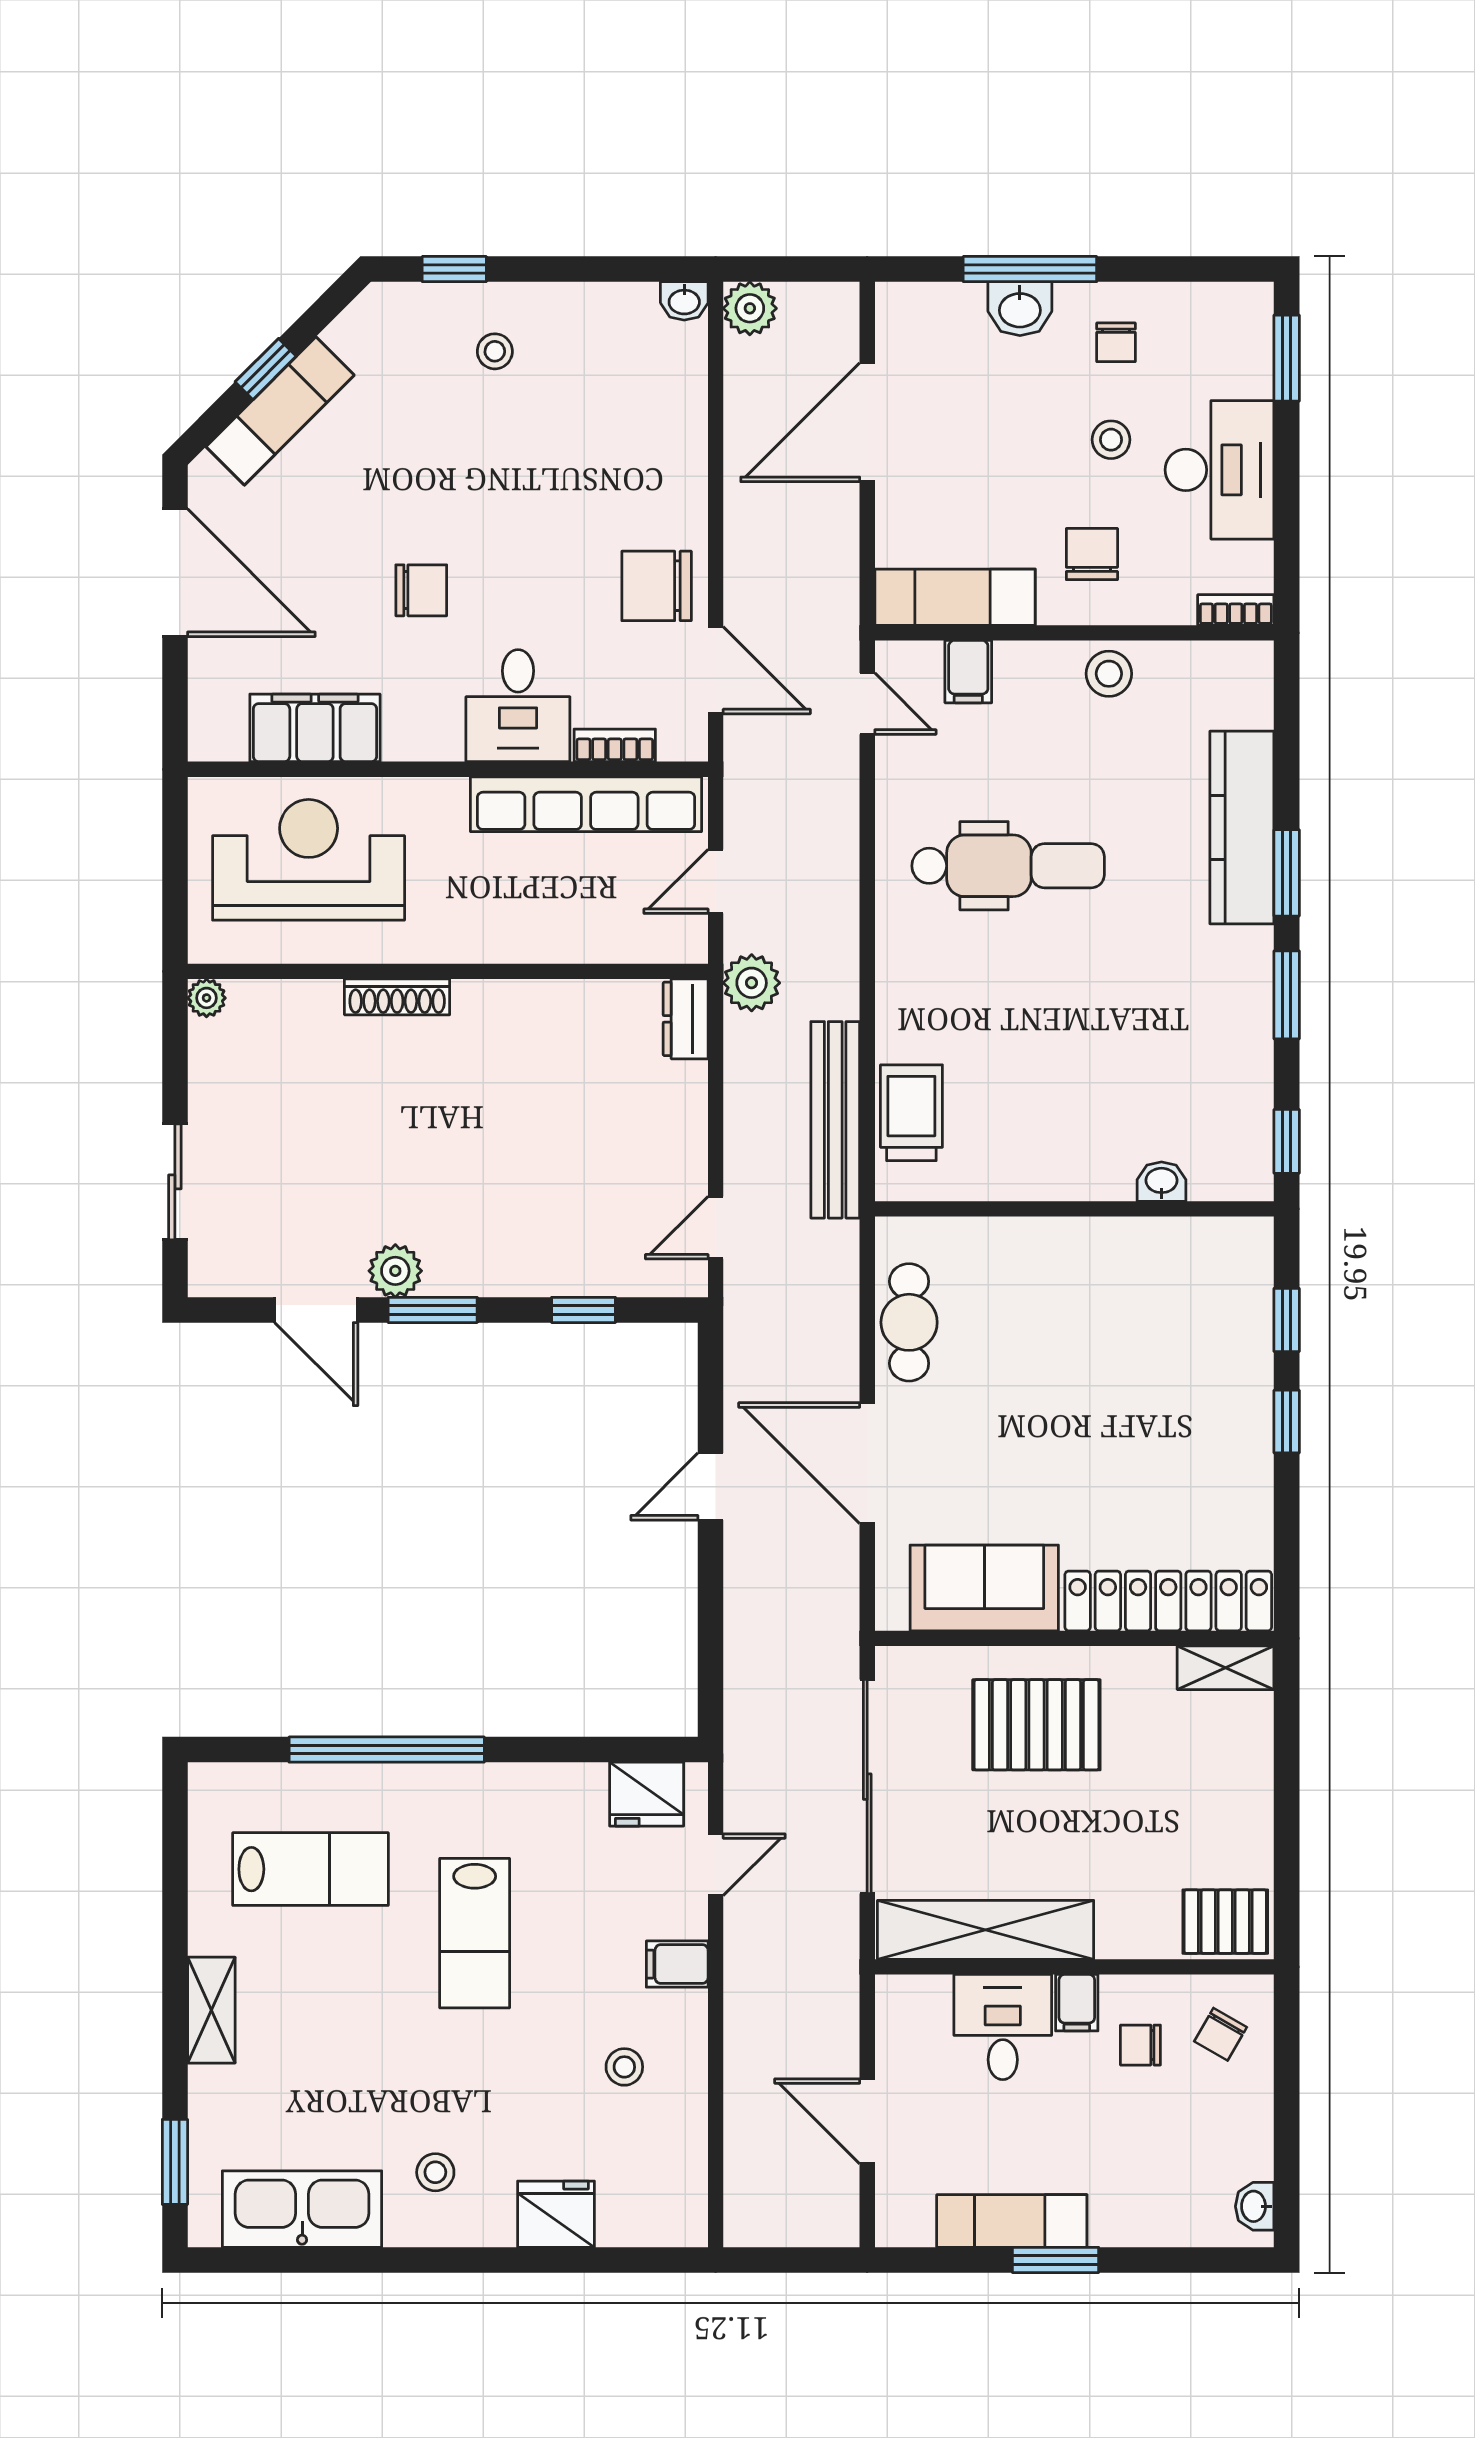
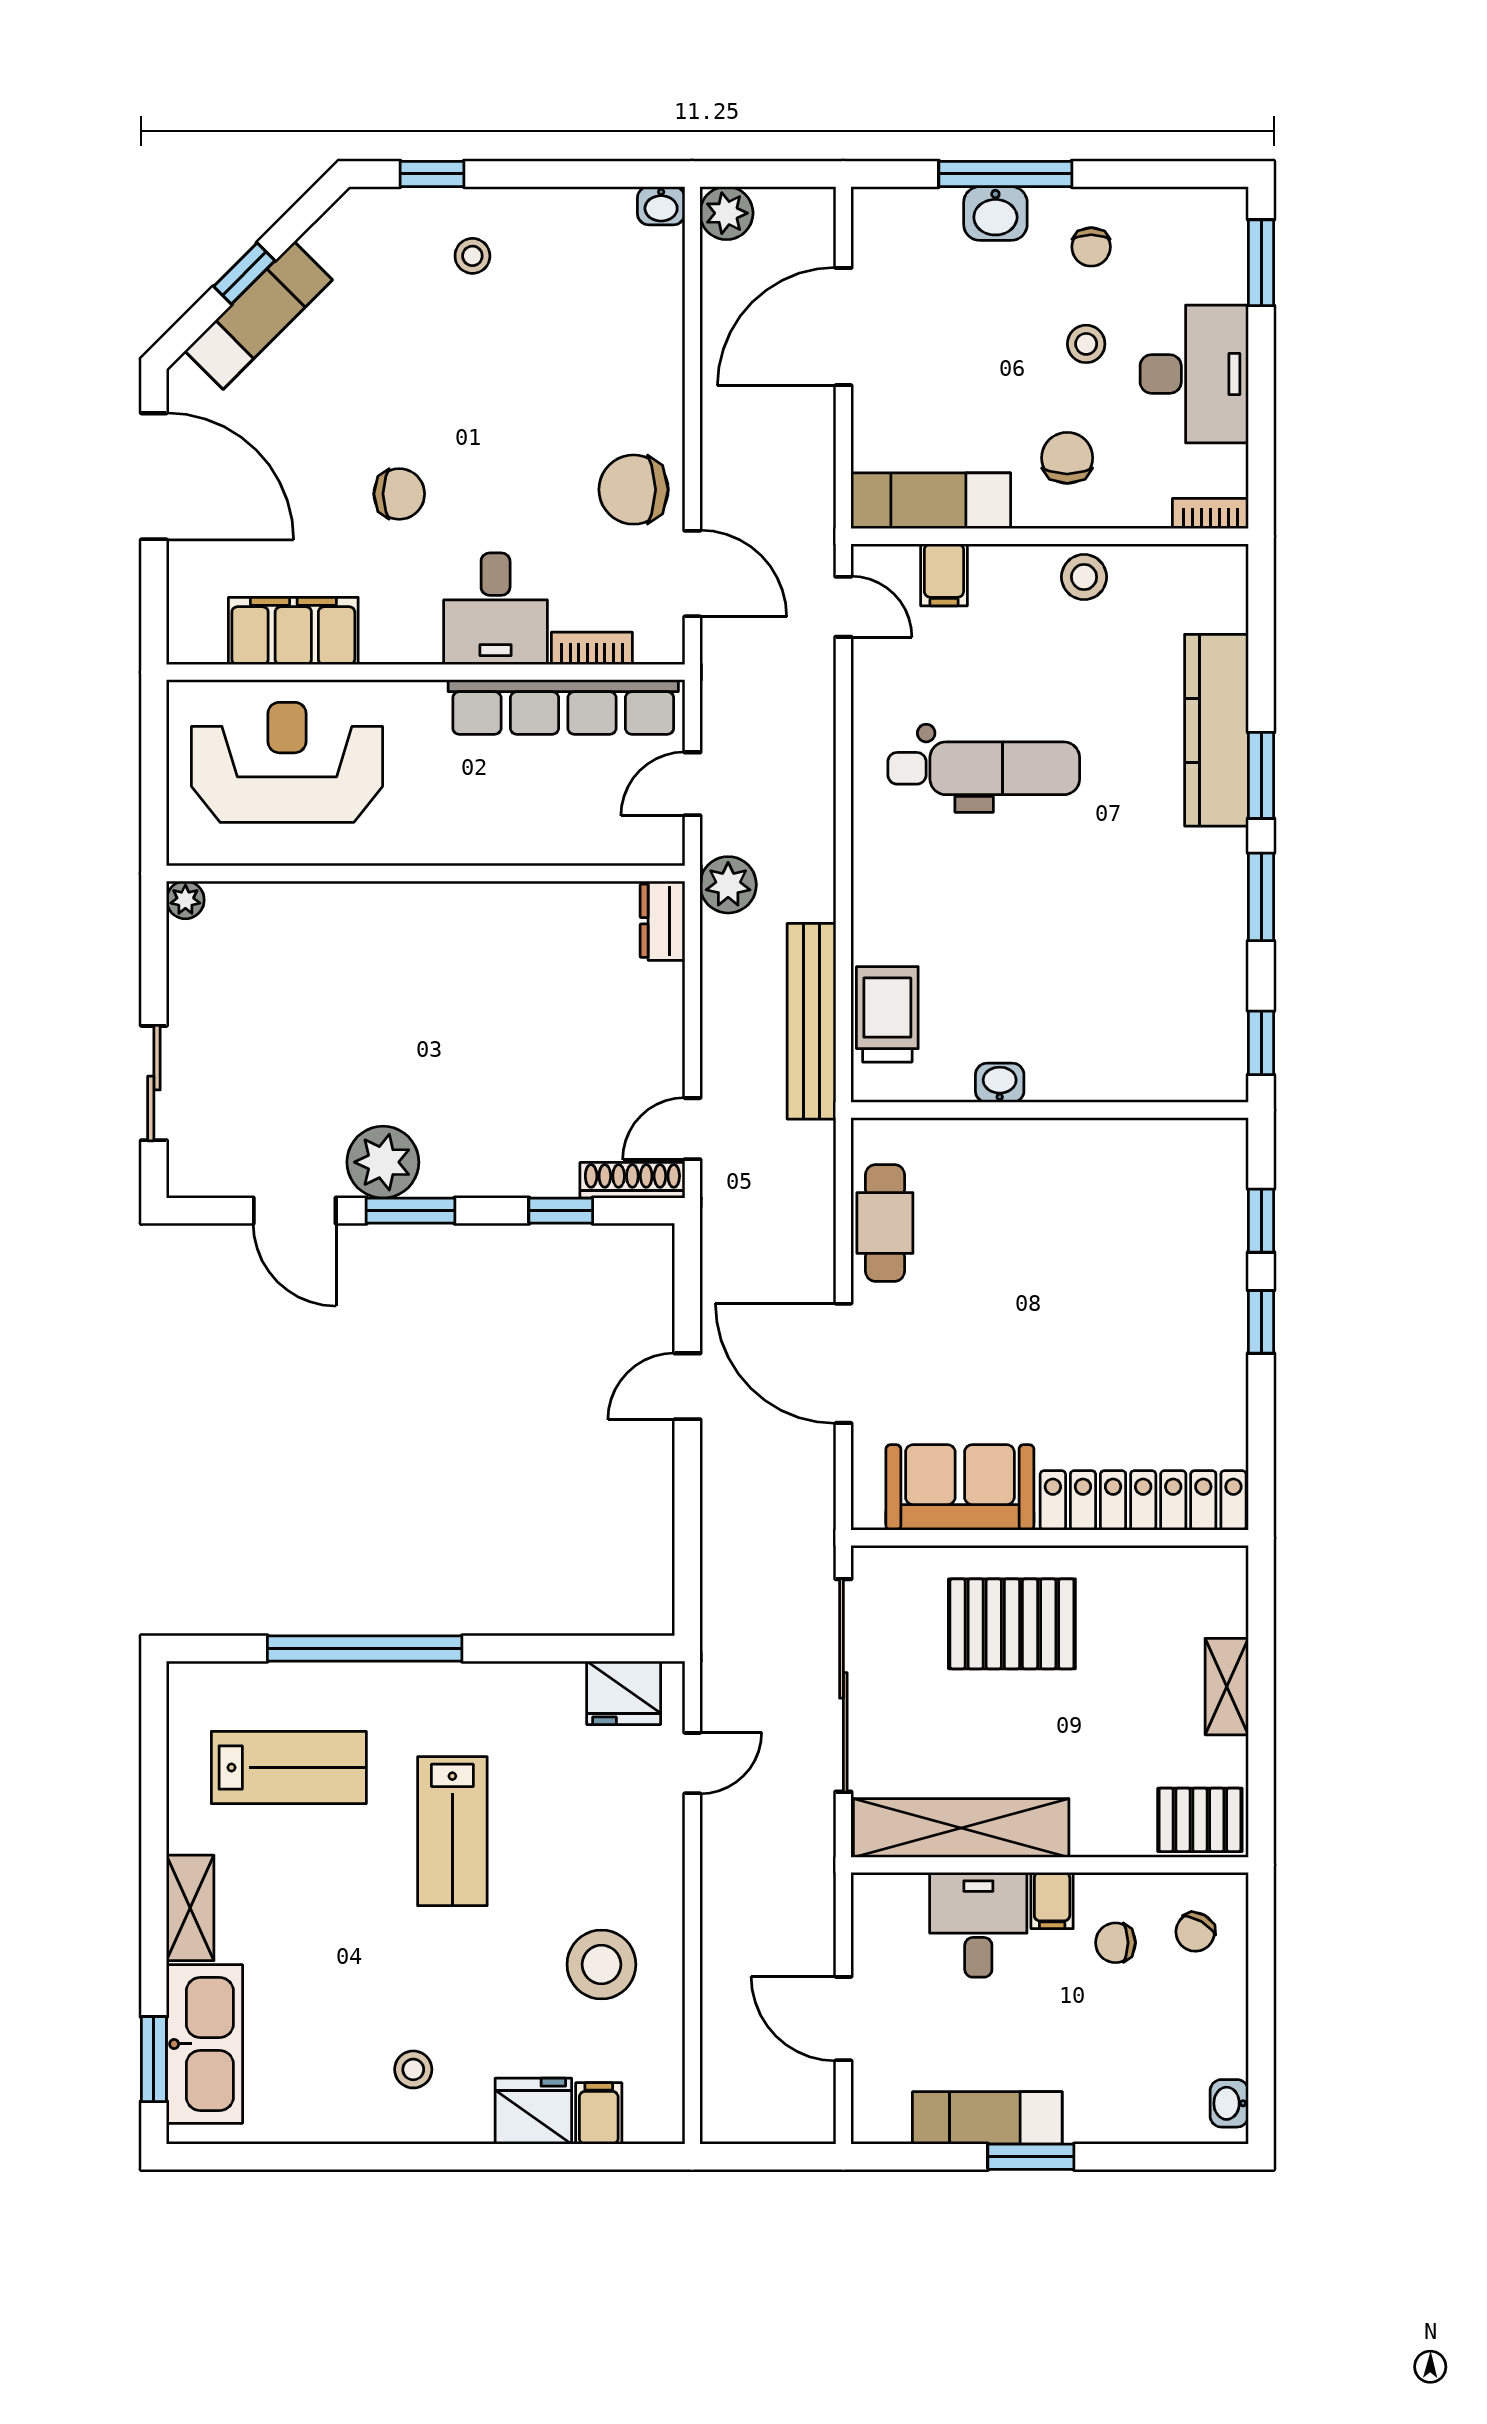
shoe rack: (397, 997) -> (632, 1180), moved, turned 180
washbasin: (1161, 1182) -> (1000, 1083), moved
plant: (395, 1271) -> (383, 1162), width x1.36, depth x1.36
shelving: (1226, 1668) -> (1227, 1687), moved, turned 90
filing cabinet: (677, 1964) -> (599, 2113), moved, turned 90
stool: (624, 2067) -> (601, 1964), width x1.89, depth x1.89
kitchen sink: (302, 2209) -> (205, 2044), moved, turned 90

